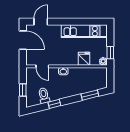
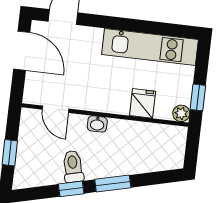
toilet: (44, 95) -> (73, 166), moved
window: (90, 95) -> (113, 184), moved

